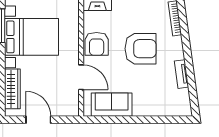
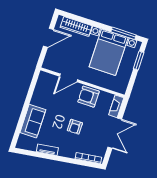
armchair: (141, 49) -> (75, 127), width x0.53, depth x0.53
sofa: (112, 105) -> (33, 121), moved

